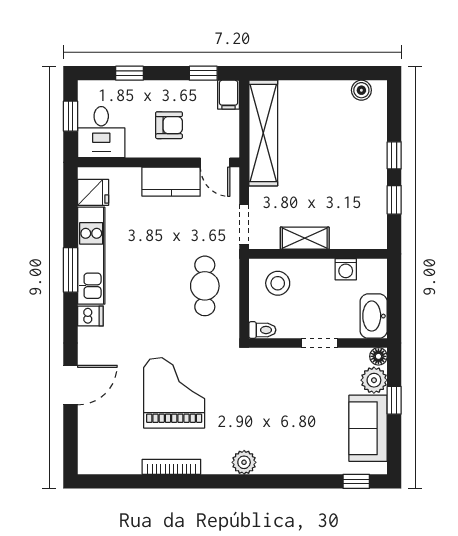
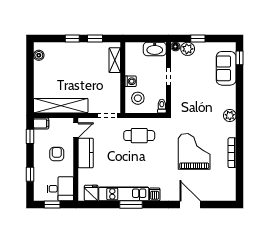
shelving: (305, 238) -> (115, 60), moved
washing machine: (346, 269) -> (131, 81), moved
grand piano: (174, 393) -> (194, 151), turned 90
sofa: (368, 428) -> (226, 68), moved, turned 90

